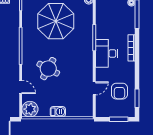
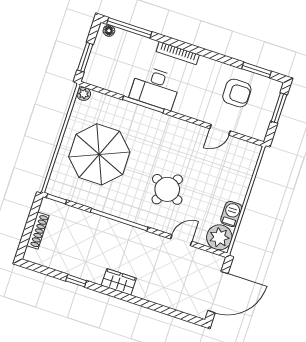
desk: (106, 53) -> (155, 88), moved
door: (94, 88) -> (220, 130), swing flipped
barbecue: (58, 112) -> (231, 214), moved

